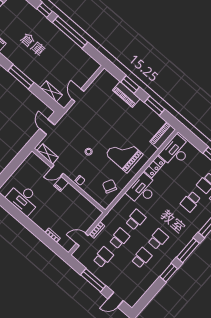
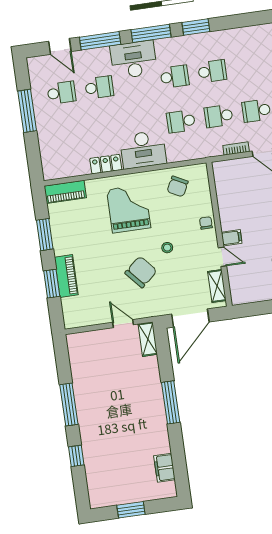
window: (70, 32) -> (69, 405), width x0.68
shelving: (51, 91) -> (148, 339), moved
door: (78, 95) -> (123, 324), swing flipped
door: (47, 127) -> (190, 318), width x1.88
chair: (91, 128) -> (141, 272), added
desk: (176, 151) -> (134, 60), moved, turned 180
grand piano: (124, 154) -> (129, 209), turned 180
school desk: (158, 239) -> (175, 77), turned 180
school desk: (142, 258) -> (212, 71), turned 180

